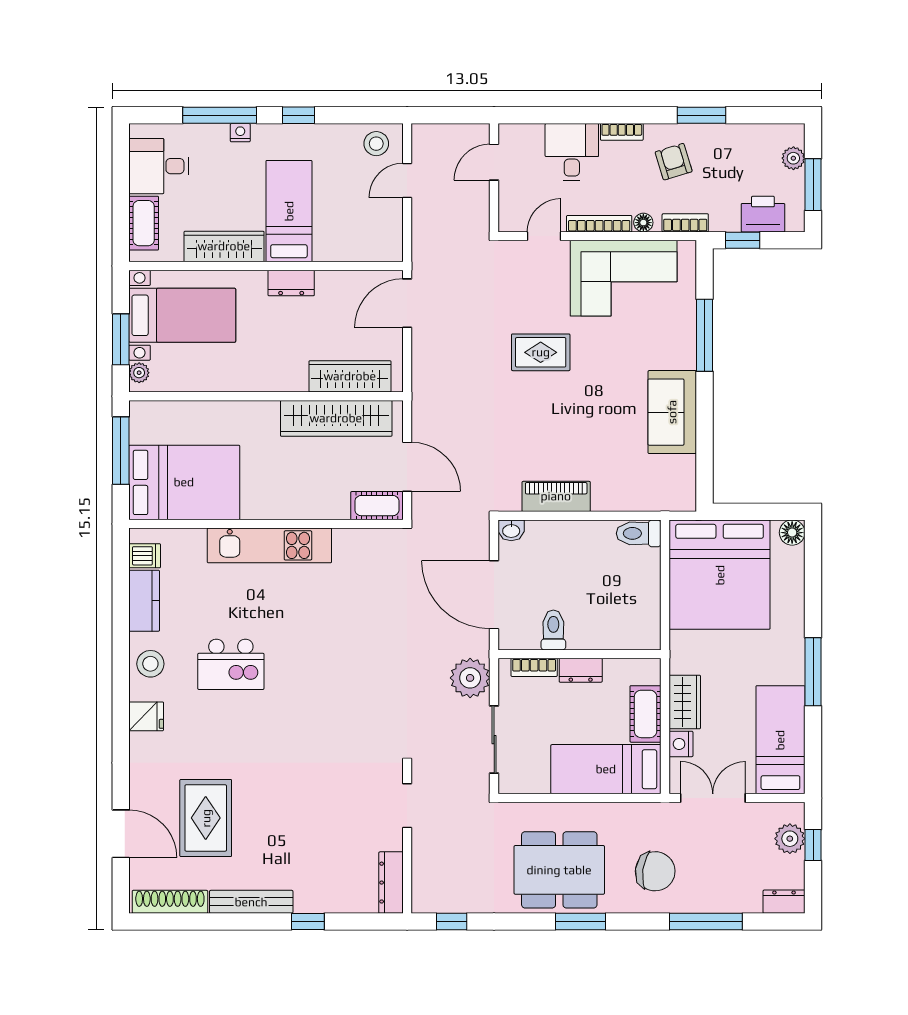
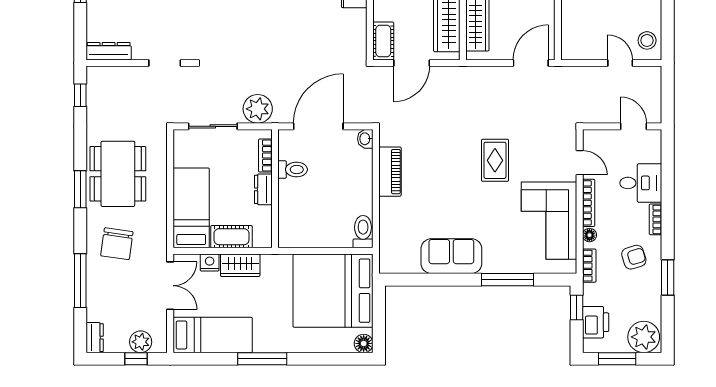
plant: (793, 158) -> (644, 337), width x1.87, depth x1.87
door: (407, 303) -> (531, 63), hinge flipped

